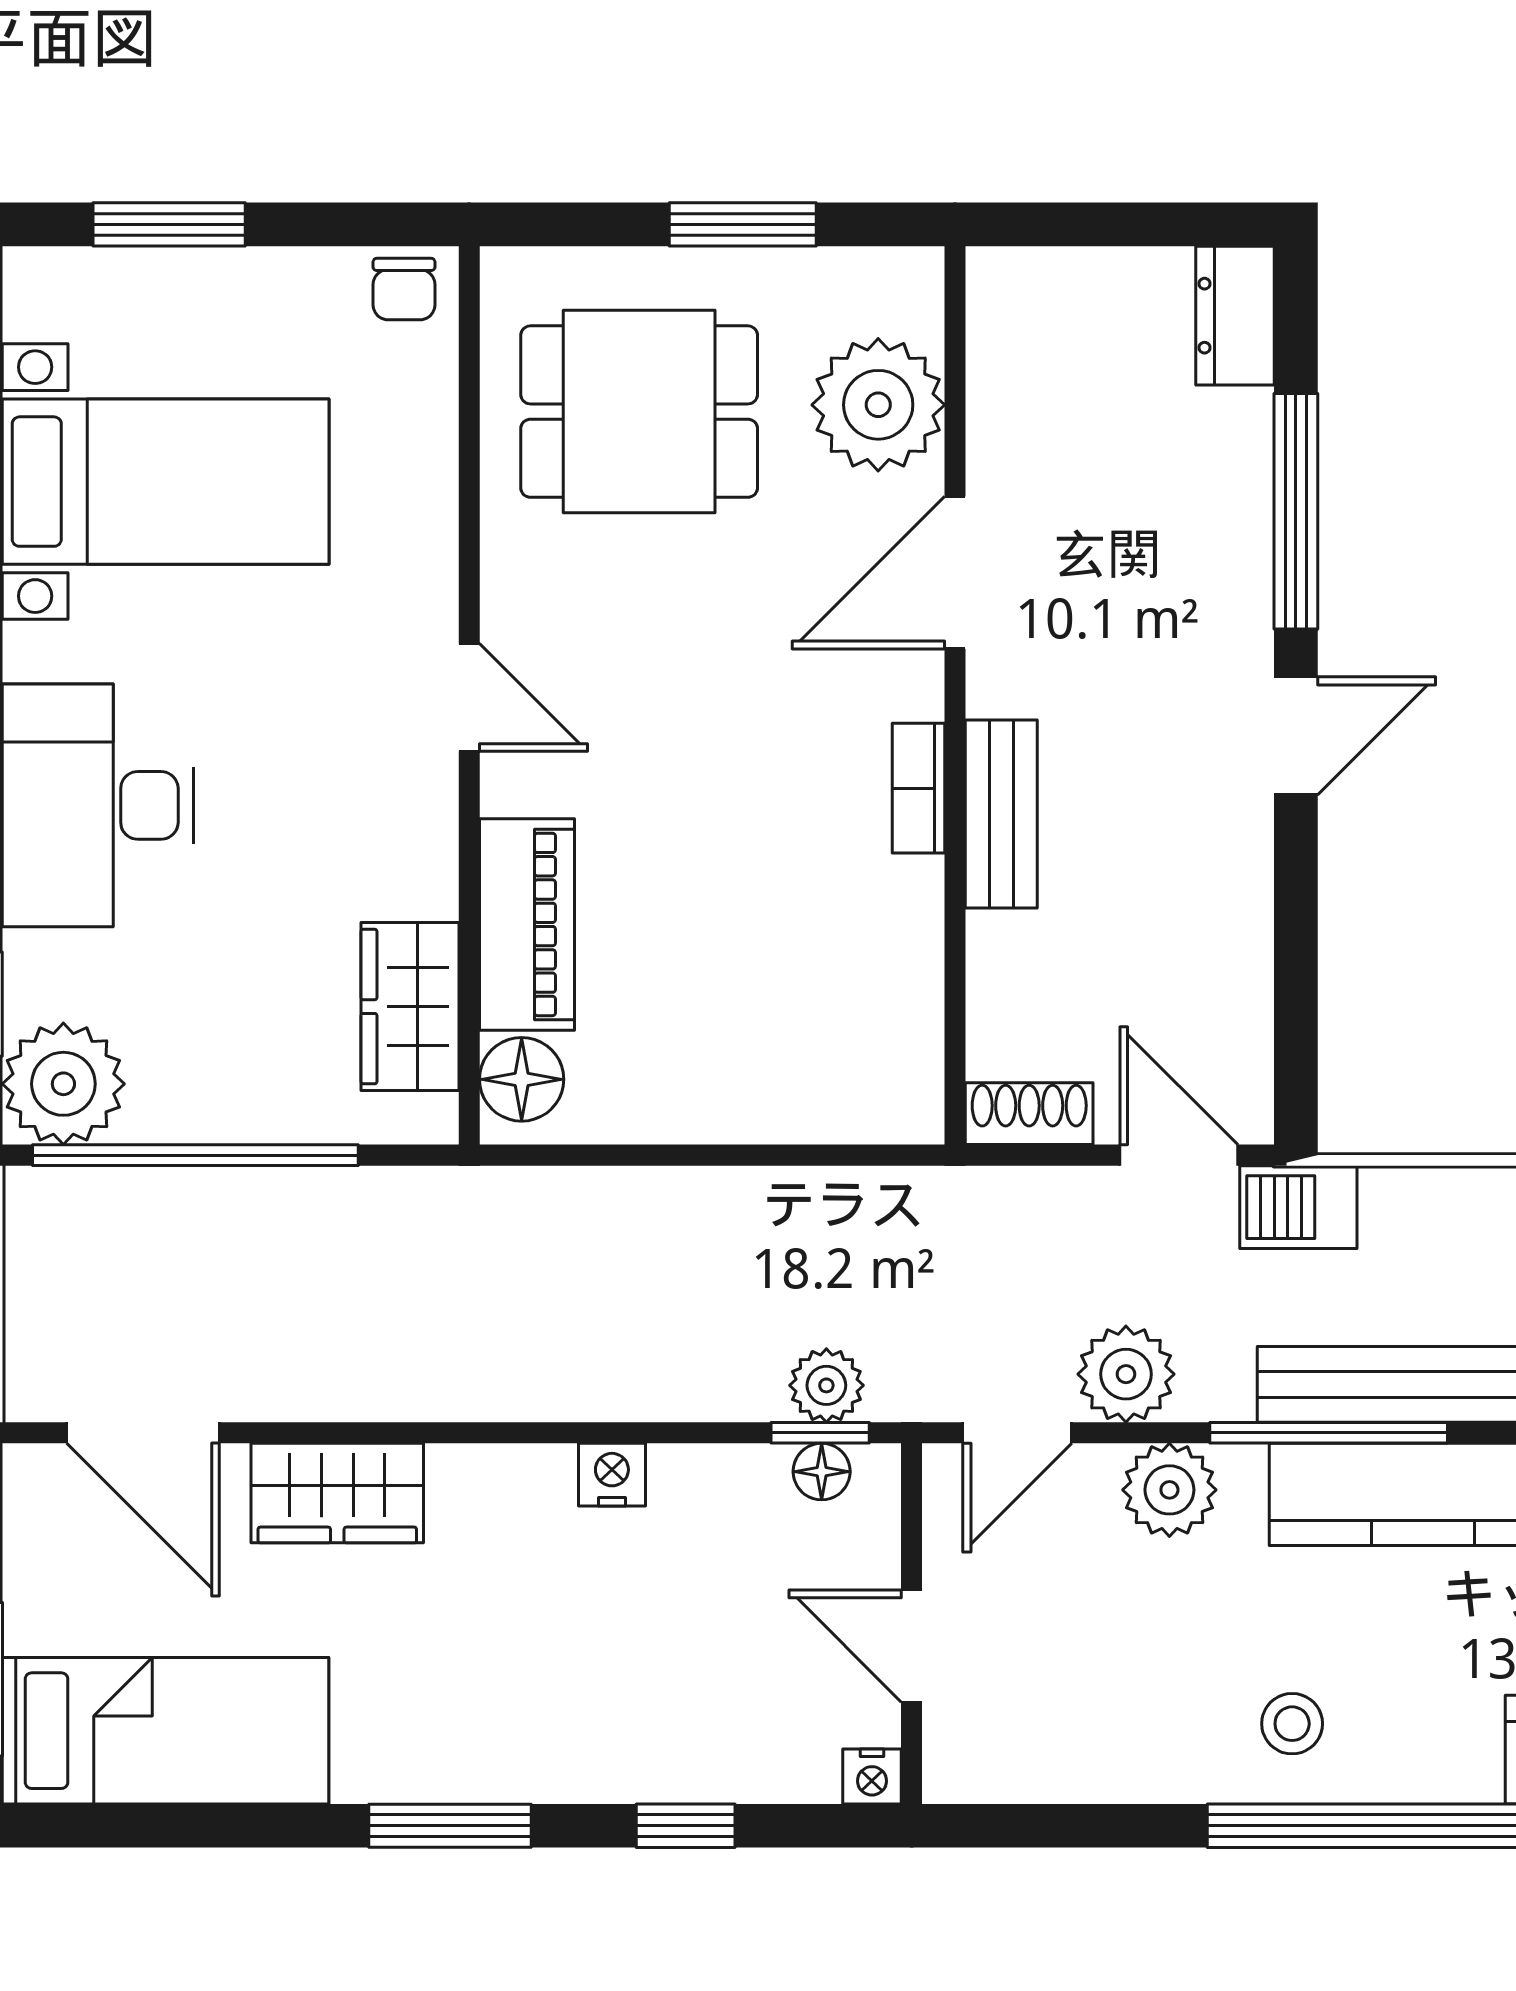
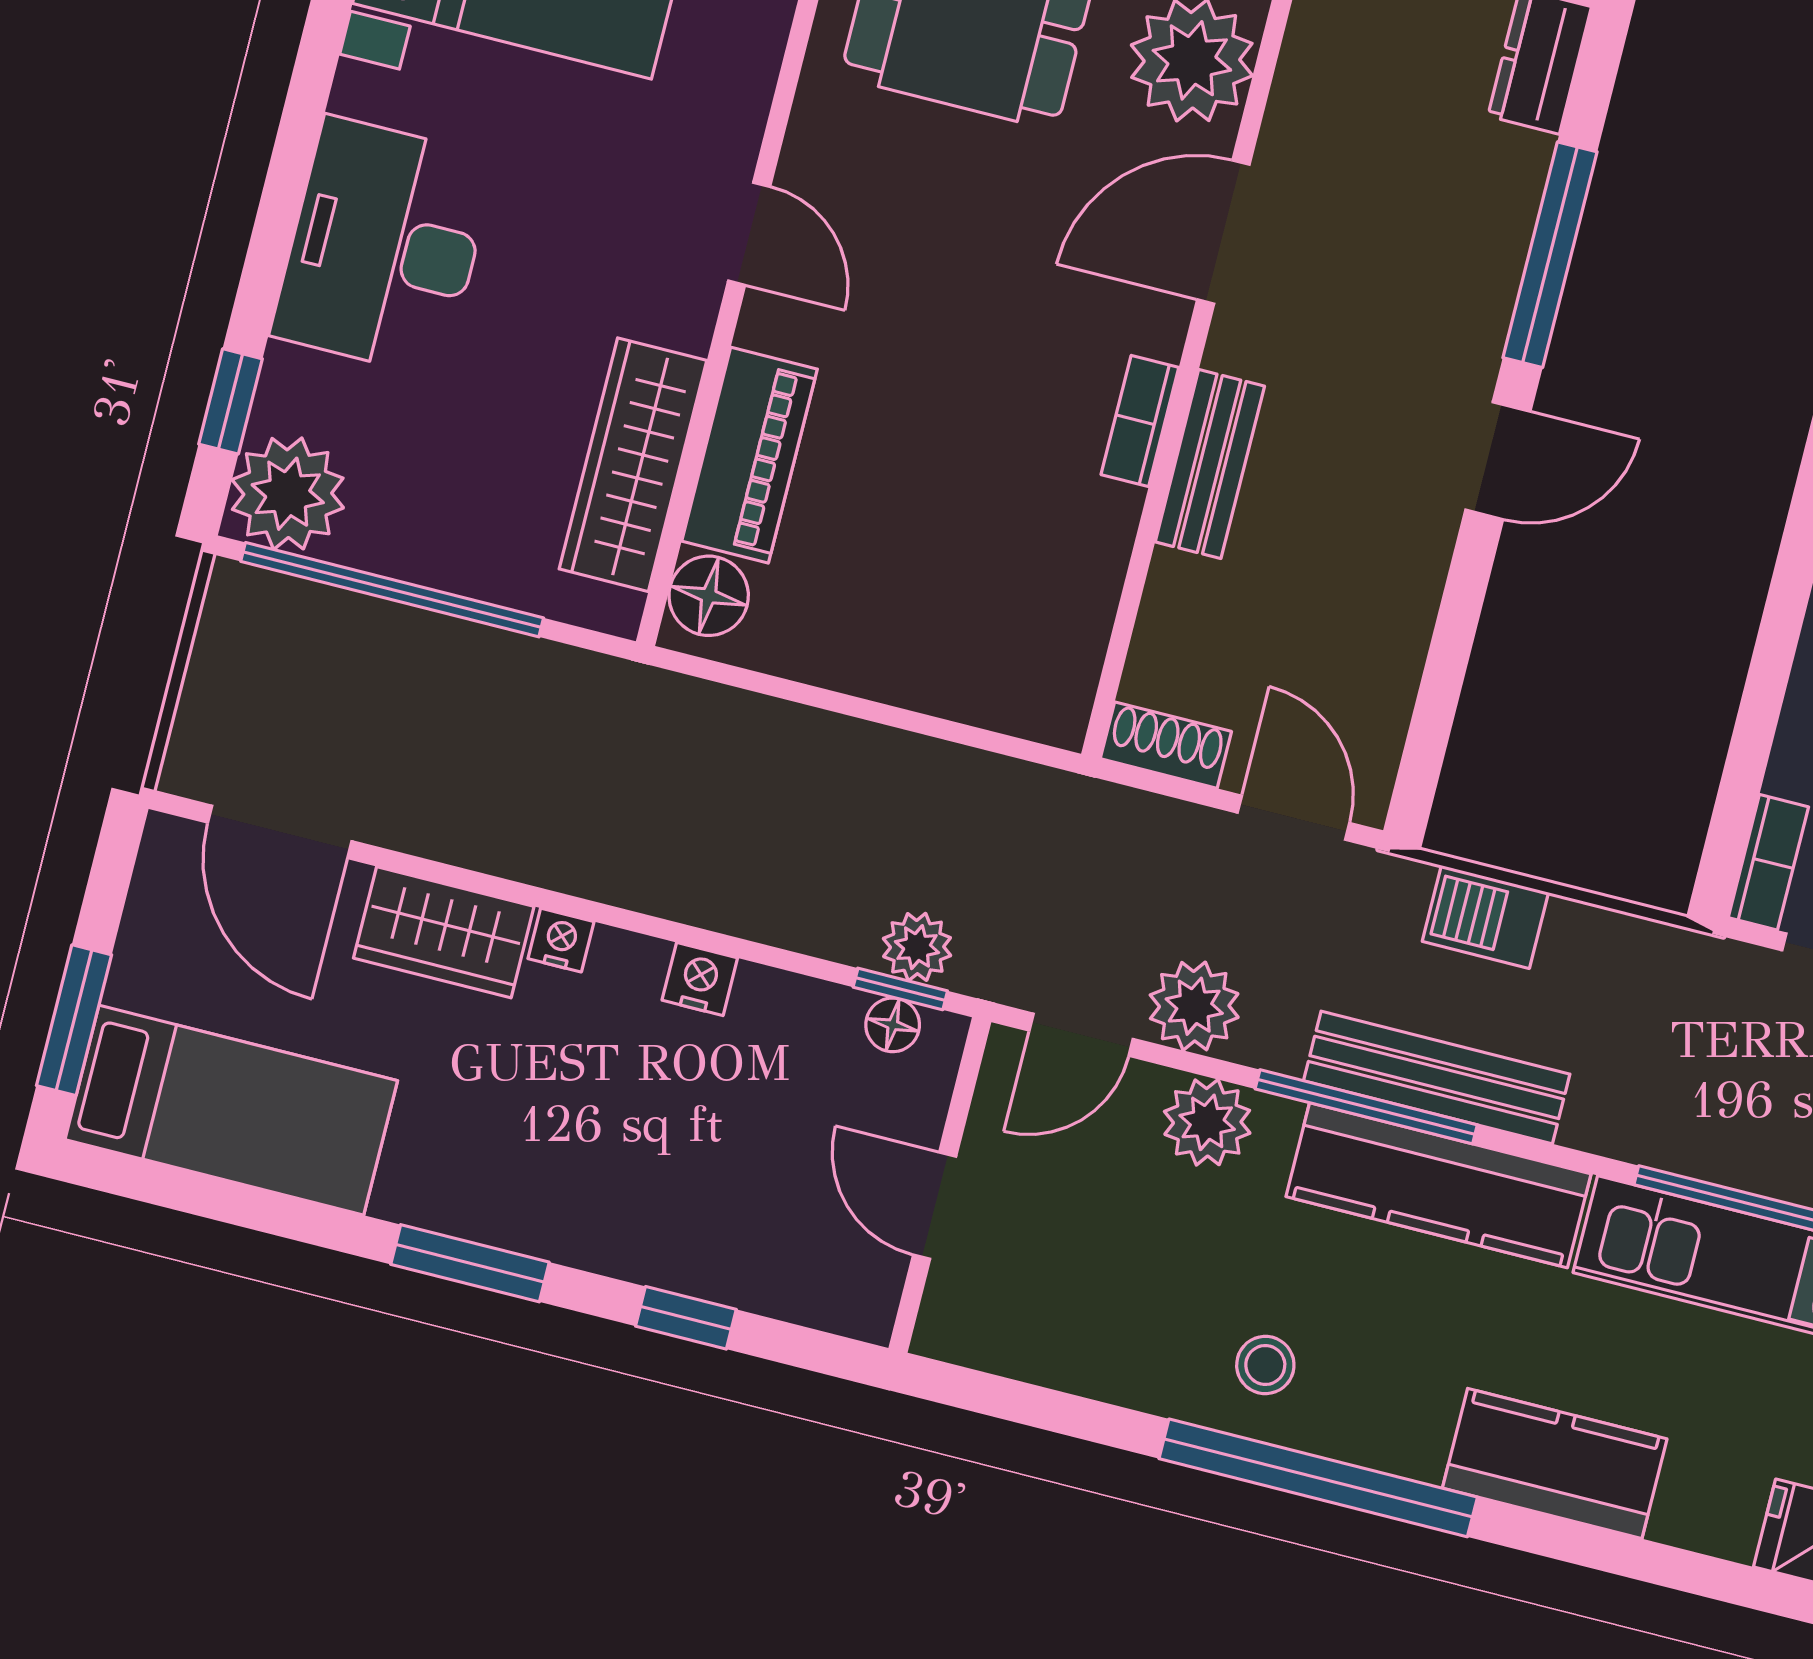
wardrobe: (410, 1007) -> (633, 465), width x1.50
barbecue: (1298, 1207) -> (1485, 917), moved
nightstand: (872, 1776) -> (561, 940), moved, turned 180

